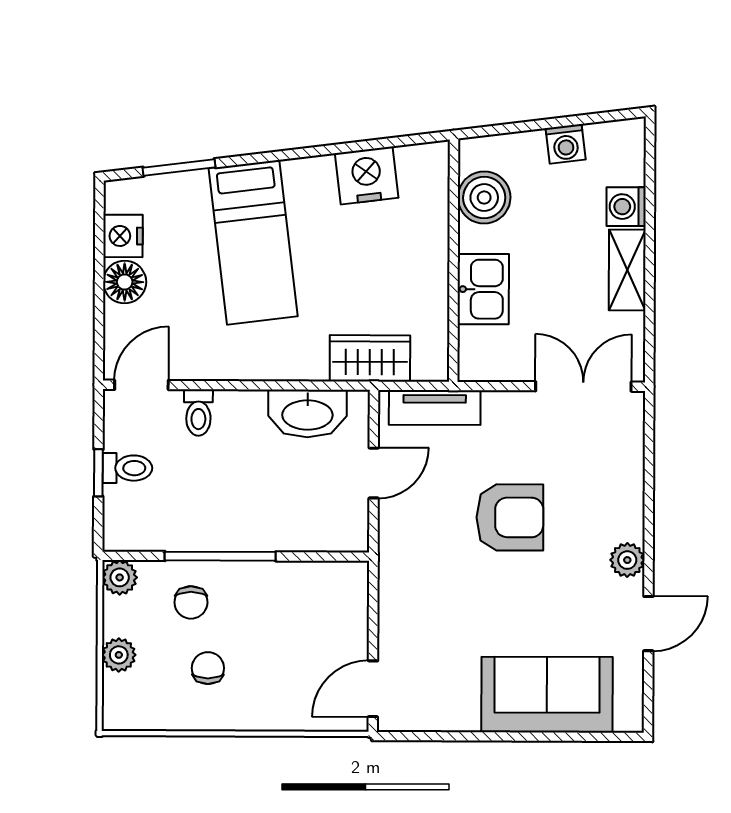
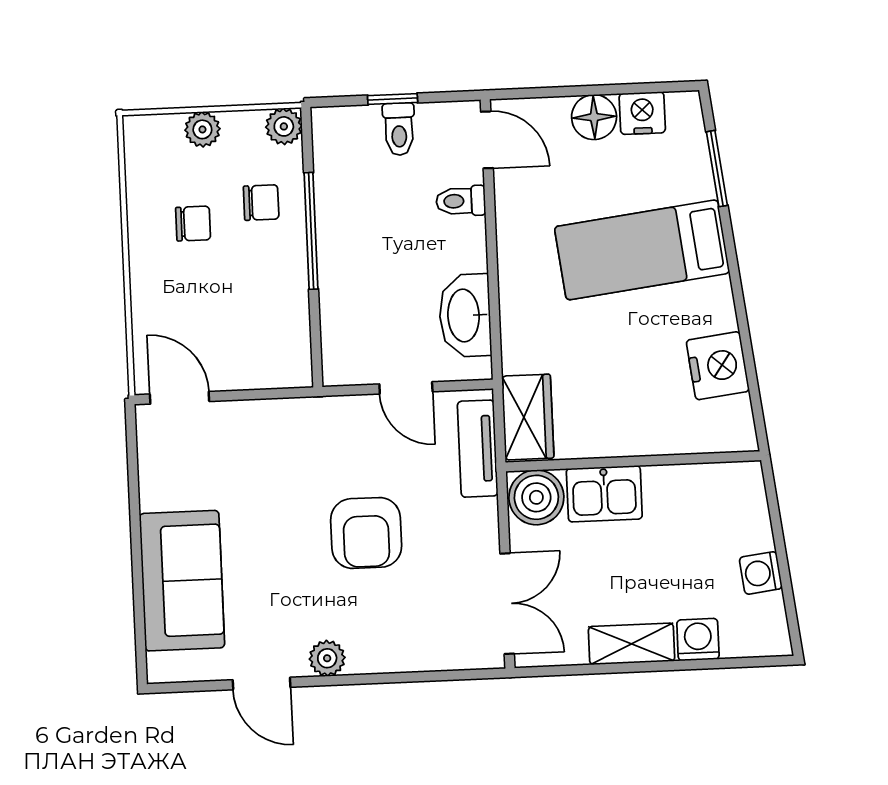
boiler: (484, 198) -> (536, 497), moved
wardrobe: (370, 358) -> (528, 417), moved
chair: (191, 602) -> (261, 203), turned 180

